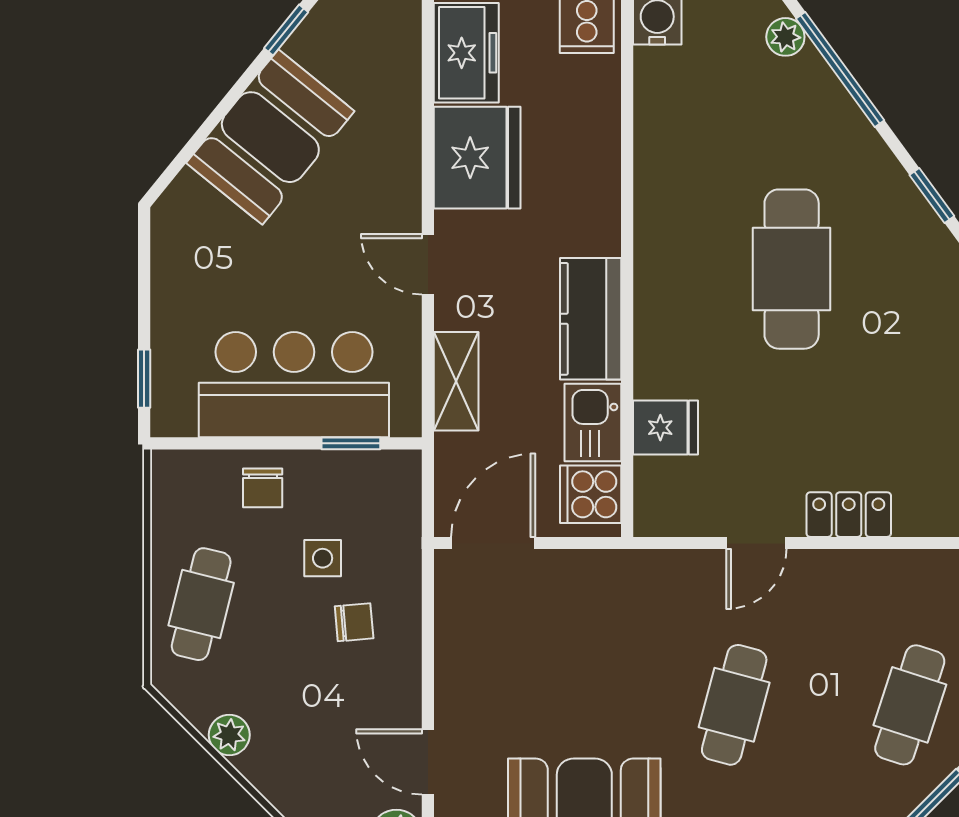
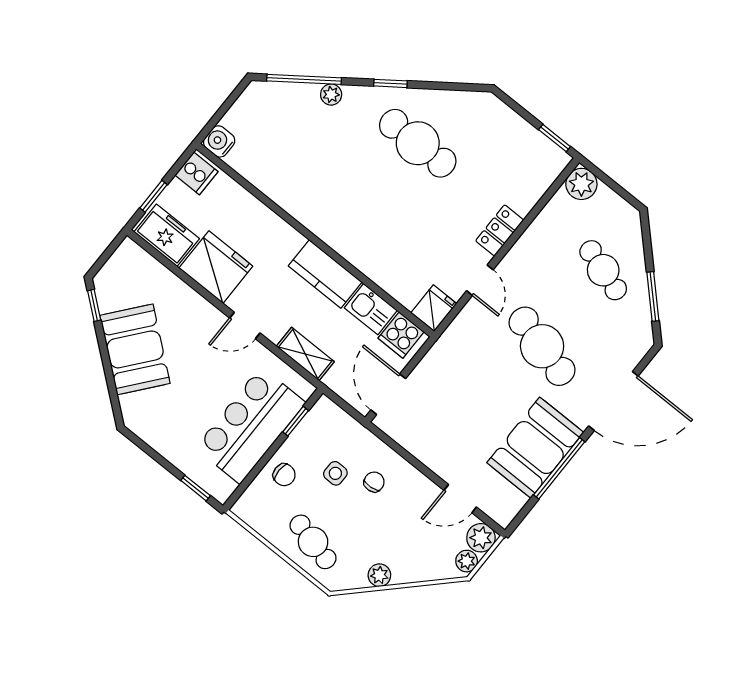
plant: (785, 37) -> (331, 95), moved
cafe table: (792, 269) -> (418, 143), moved
fridge: (665, 428) -> (434, 308), moved
cafe table: (734, 705) -> (542, 346), width x1.37, depth x1.35

